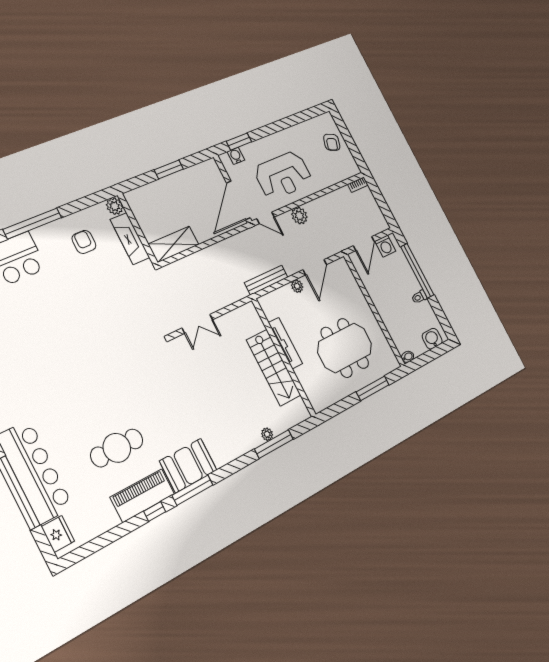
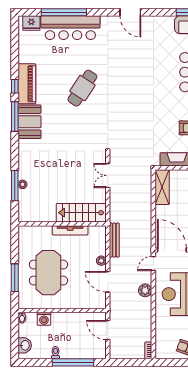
washing machine: (385, 246) -> (44, 319), moved, turned -90
stairs: (274, 368) -> (81, 213), moved
cafe table: (117, 448) -> (82, 88), moved, turned 33

